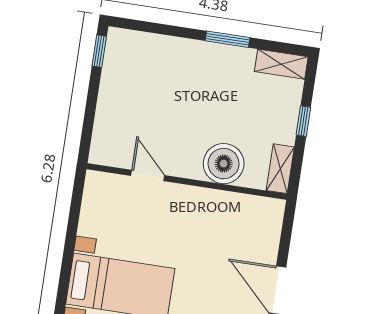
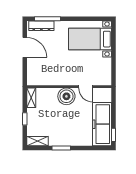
freezer: (122, 81) -> (102, 124), added
boiler: (224, 164) -> (66, 96), moved

